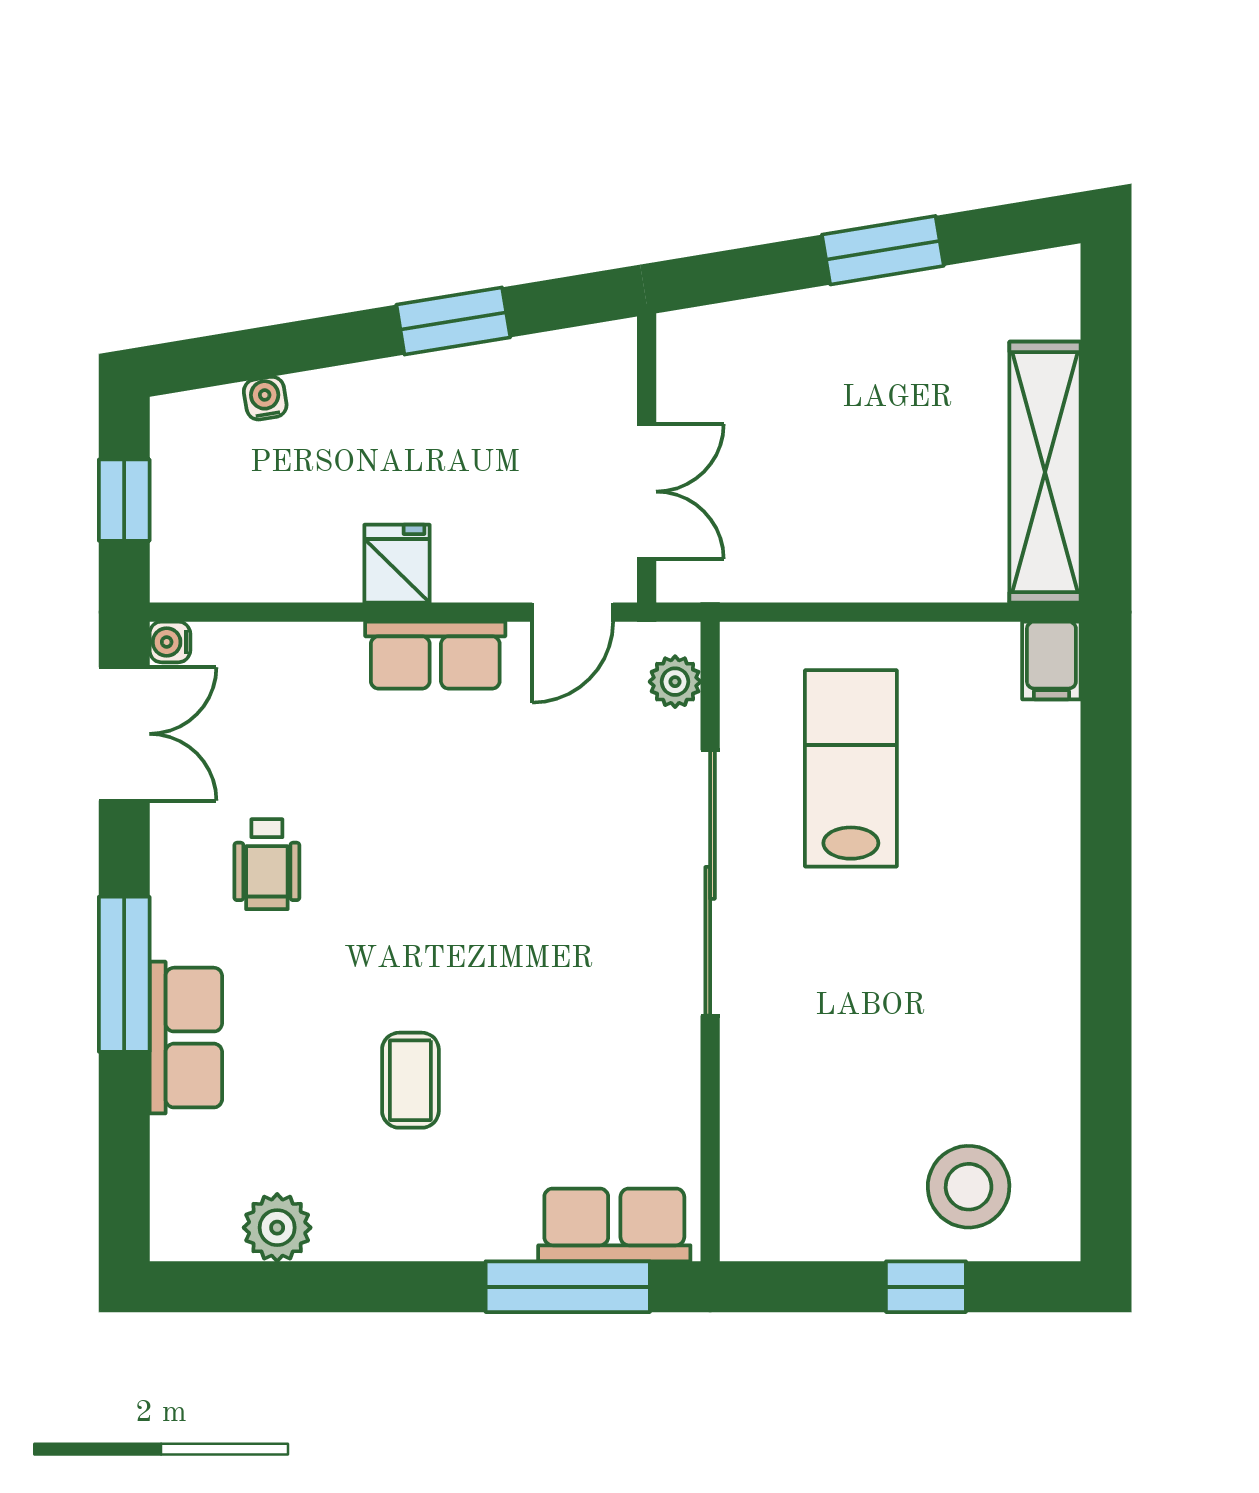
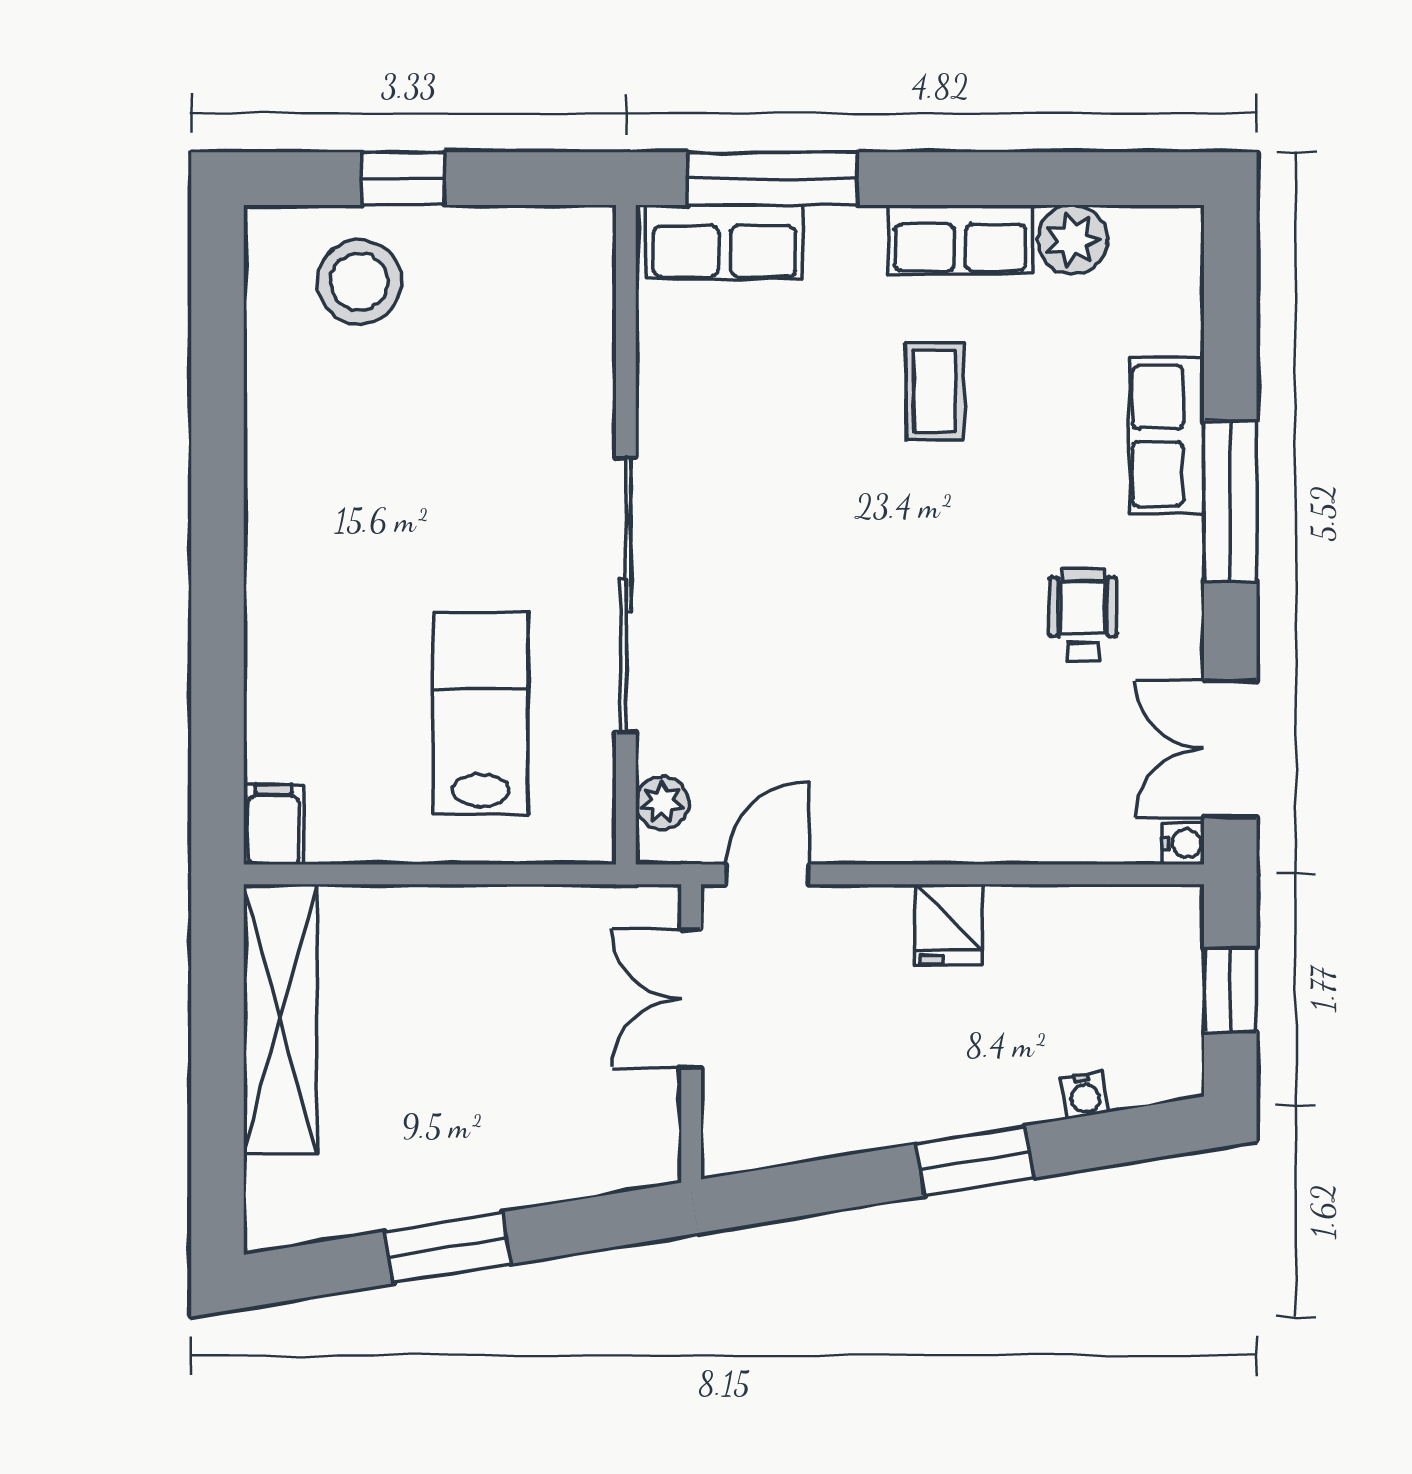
window: (453, 321) -> (975, 1161), moved
row of seats: (435, 655) -> (960, 239), moved, turned 180
lab bench: (851, 768) -> (481, 713), turned 180

